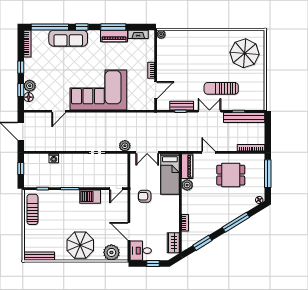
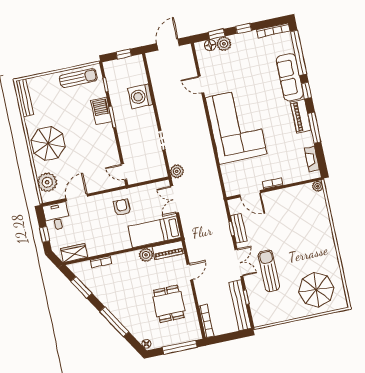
piano: (114, 36) -> (301, 116), moved
washing machine: (54, 158) -> (140, 96), width x1.89, depth x1.89
barbecue: (90, 197) -> (101, 111), moved

